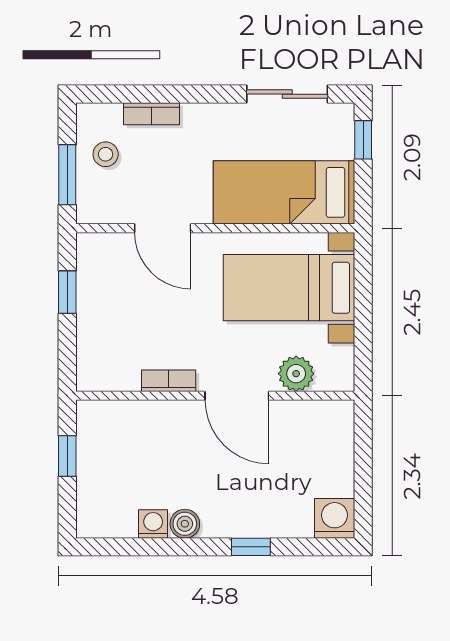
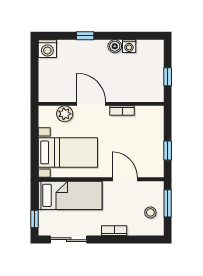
bookcase: (152, 114) -> (114, 231), moved

